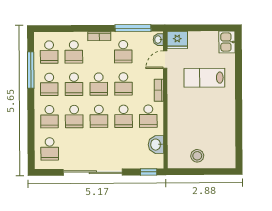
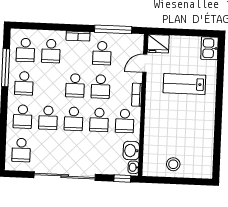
washbasin: (158, 40) -> (133, 167), moved
school desk: (74, 84) -> (50, 84), removed

